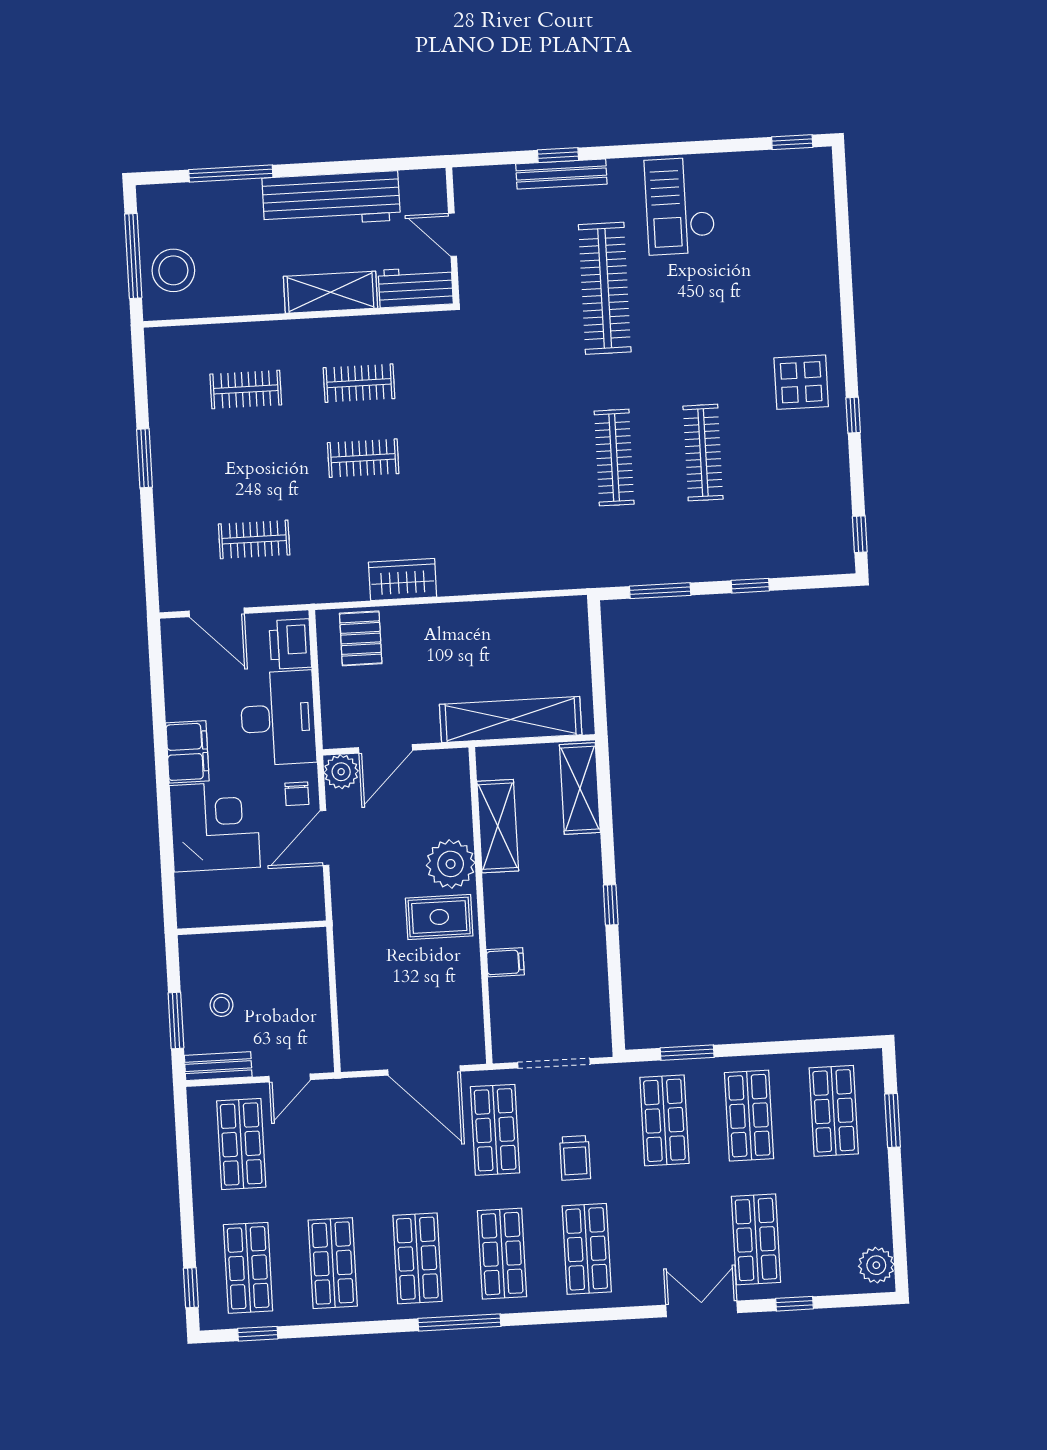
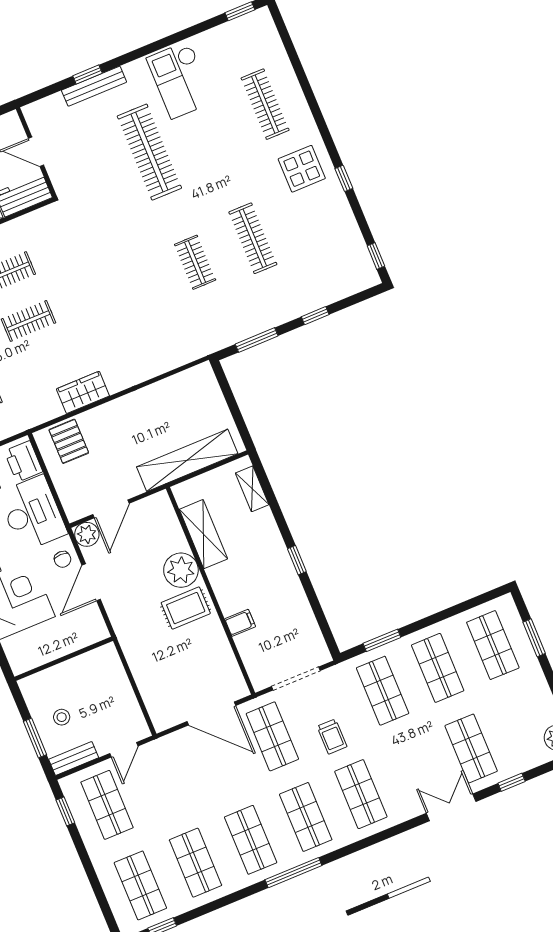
clothes rail: (782, 278) -> (265, 104), added
clothes rail: (614, 458) -> (195, 262), width x0.73
shelving: (580, 789) -> (252, 489), width x0.67, depth x0.75
window: (191, 1288) -> (65, 811), moved

